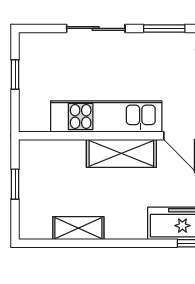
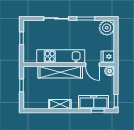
shelving: (121, 153) -> (60, 72), width x1.47
shelving: (78, 228) -> (60, 104), moved

